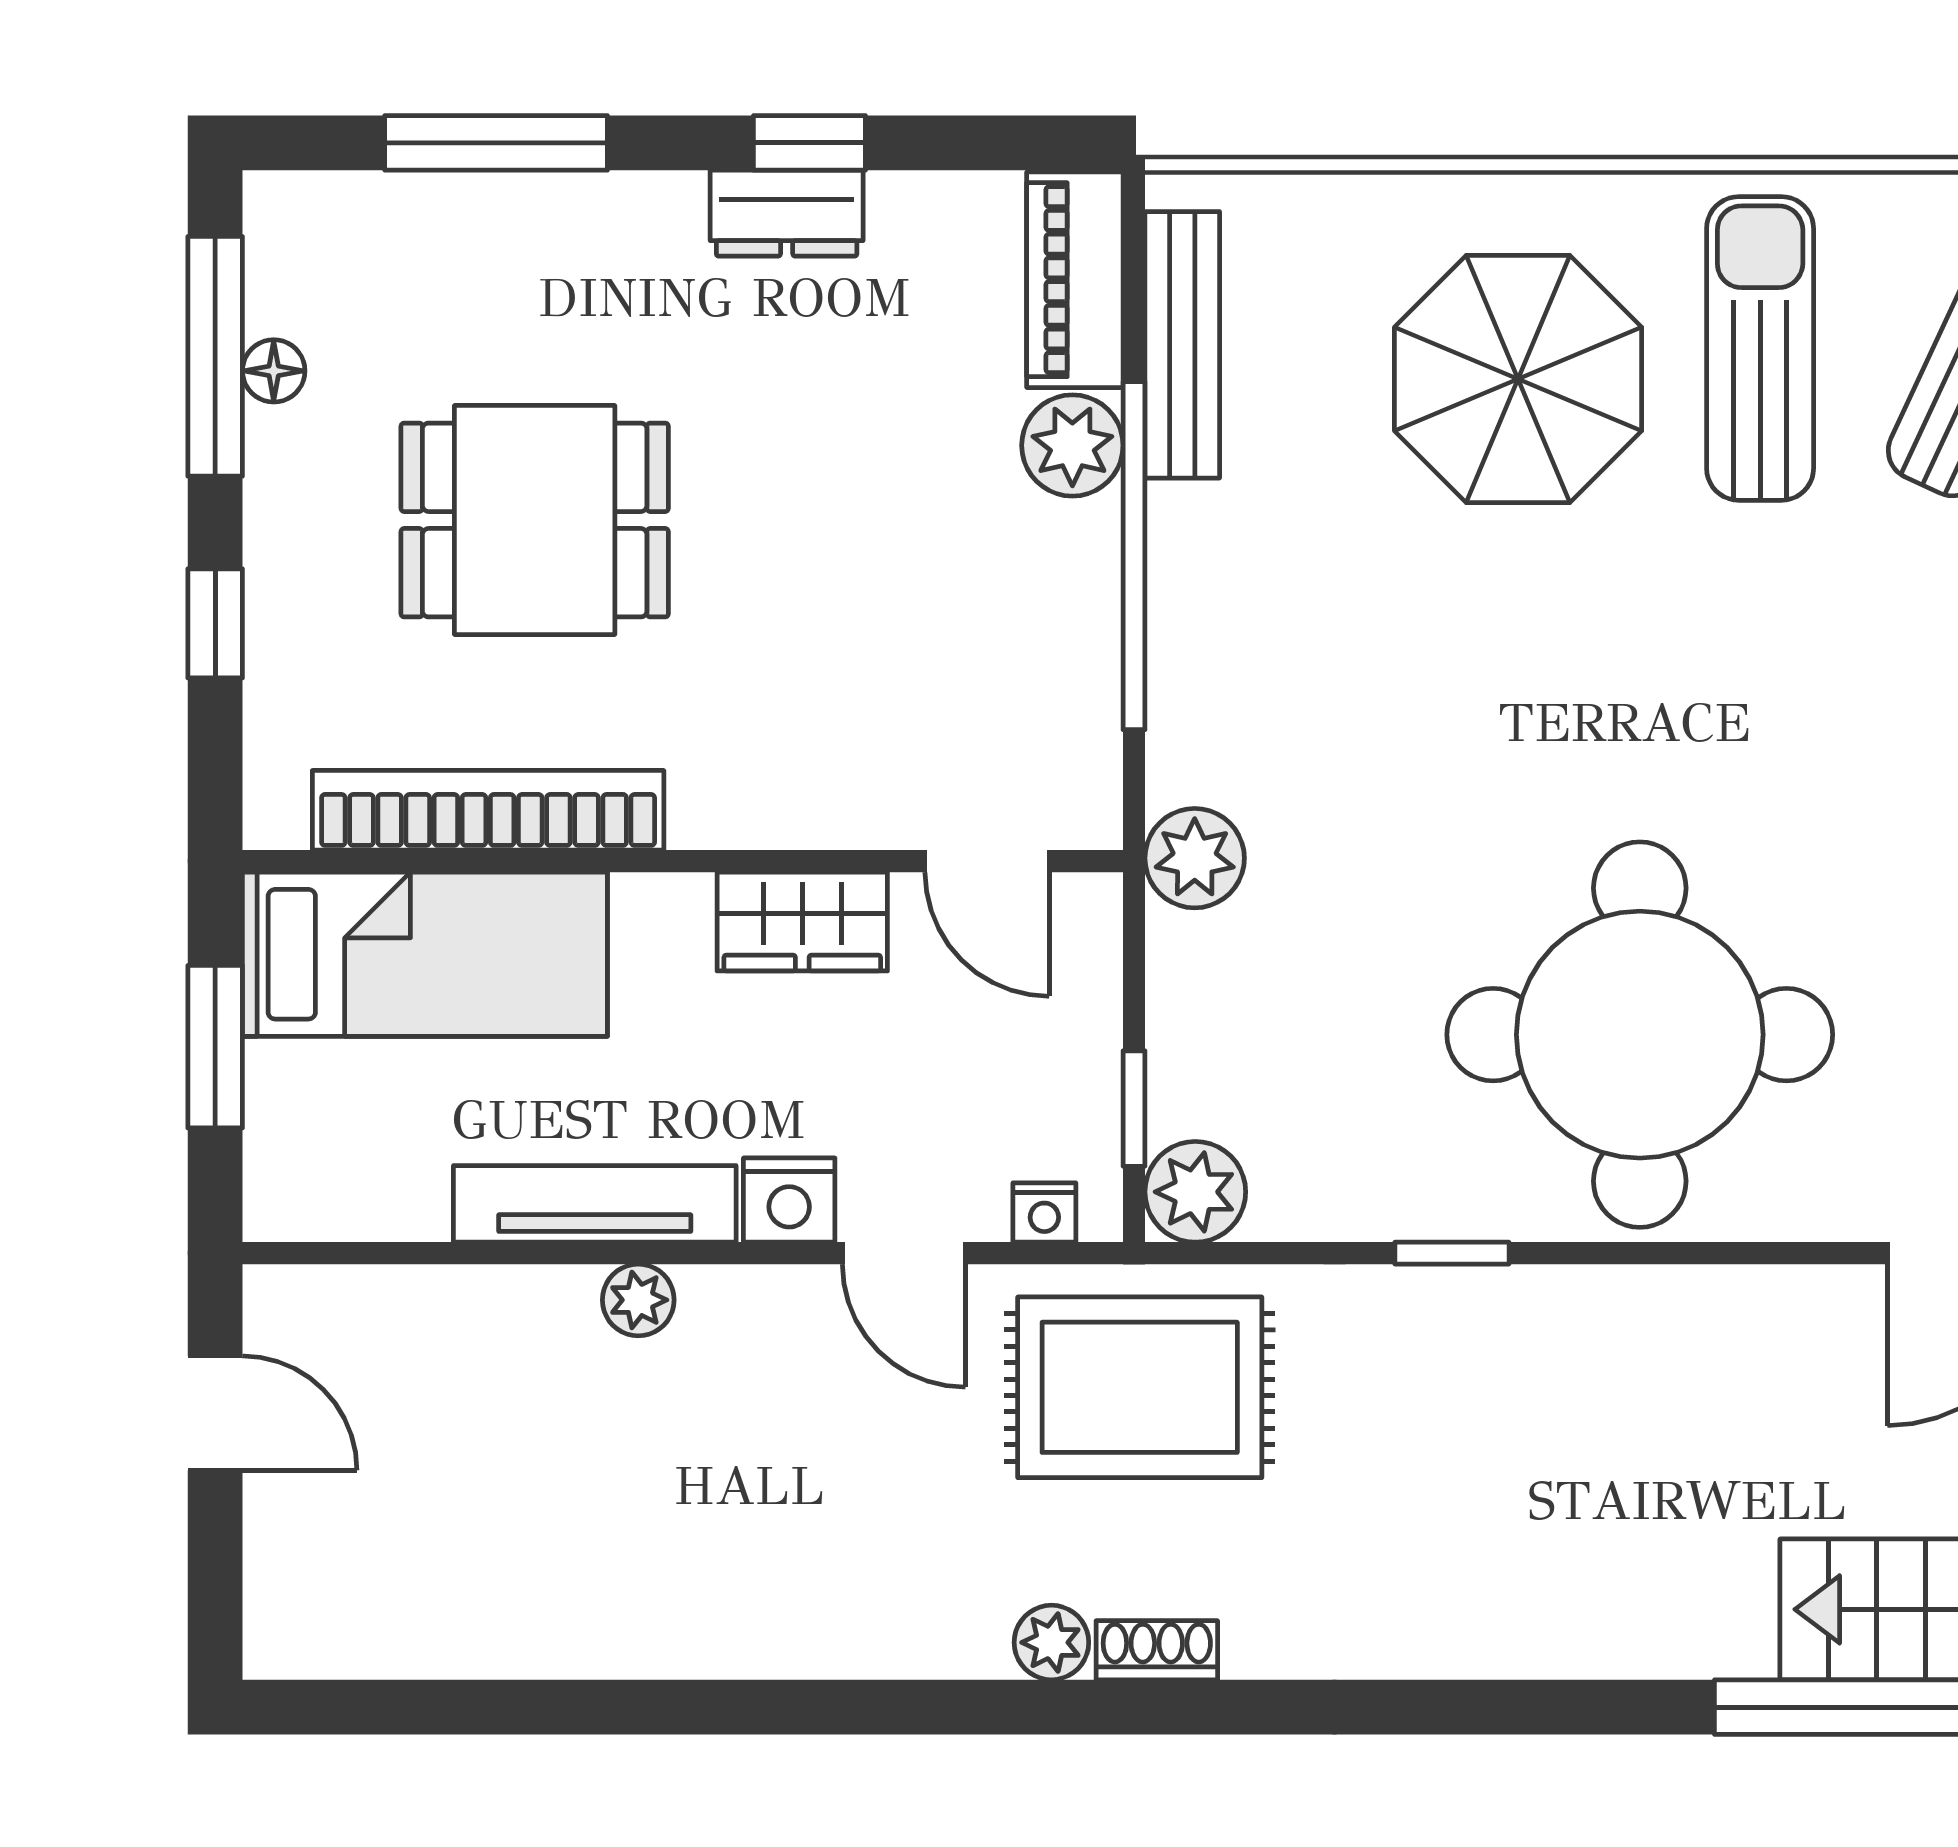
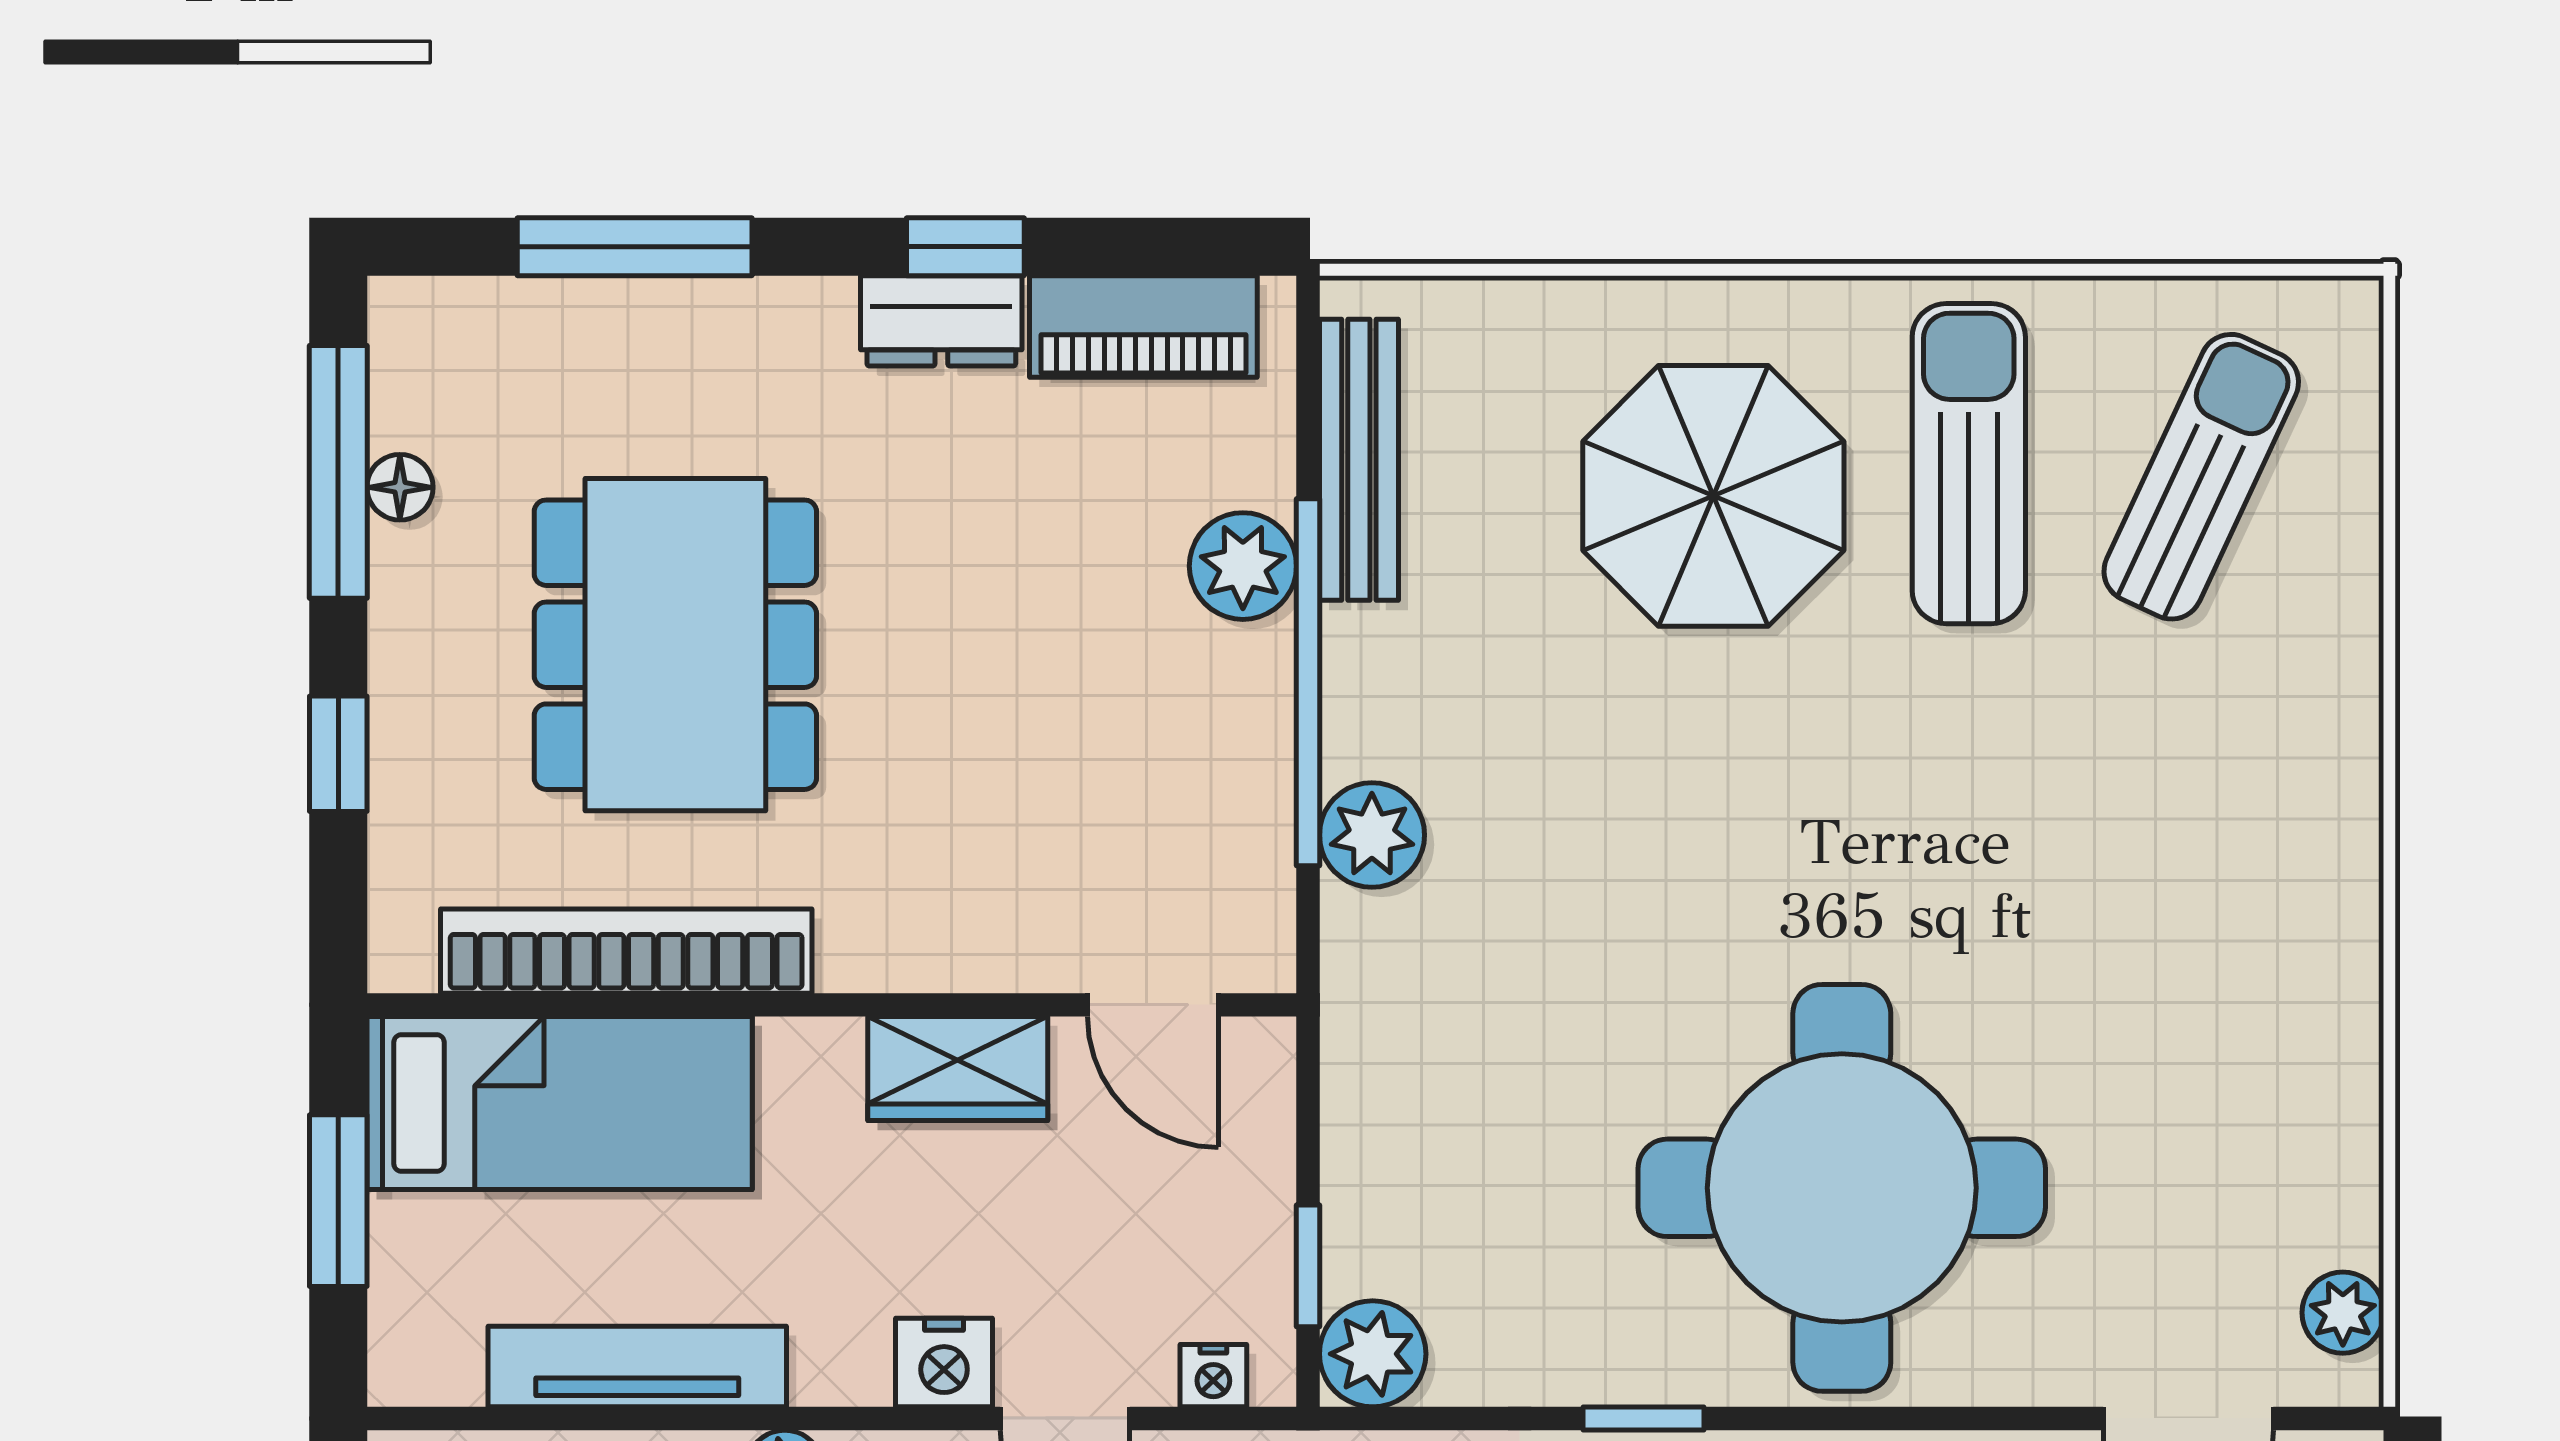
piano: (1075, 280) -> (1143, 326), moved, turned -90
dining table: (535, 520) -> (675, 645), width x1.38
plant: (1195, 858) -> (1372, 835), moved
tv unit: (595, 1204) -> (637, 1367), moved

